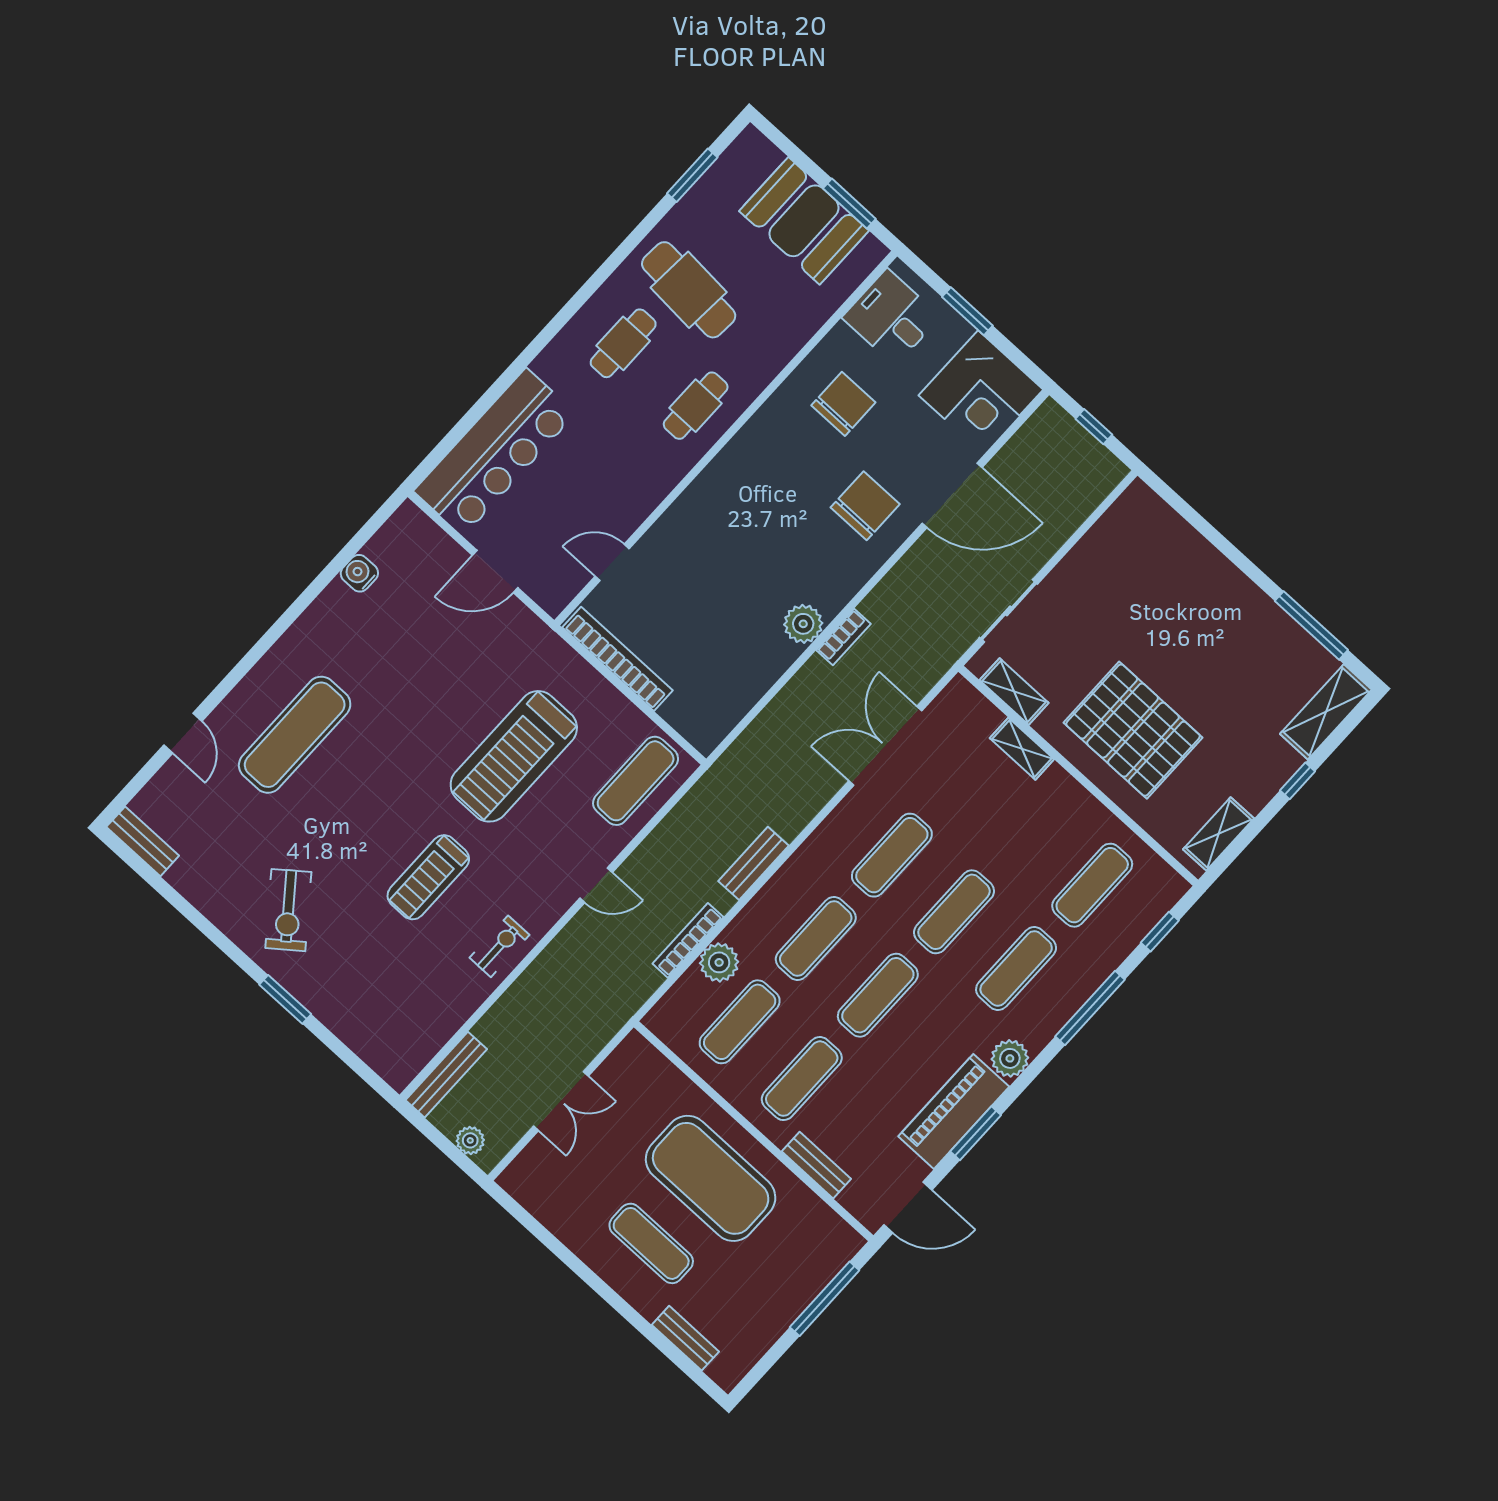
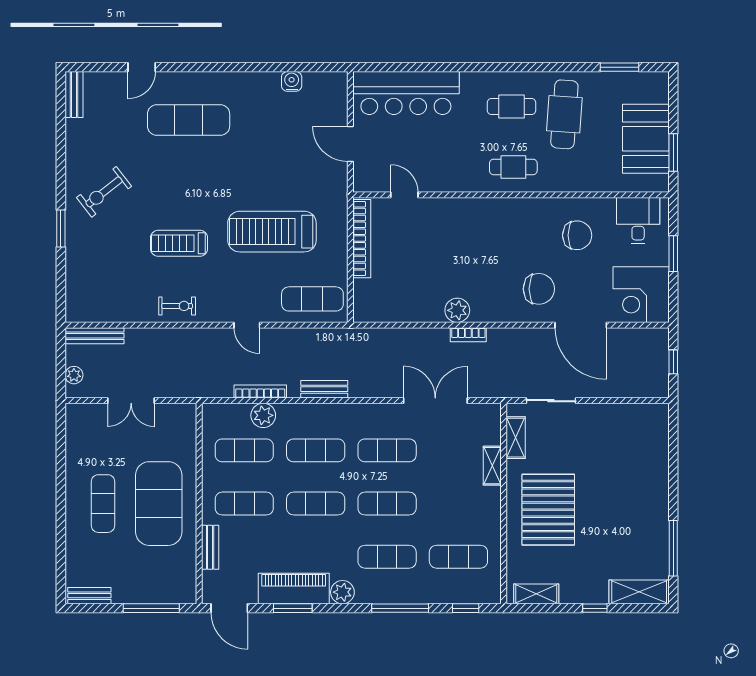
bench: (685, 1338) -> (89, 596), moved, turned 90

